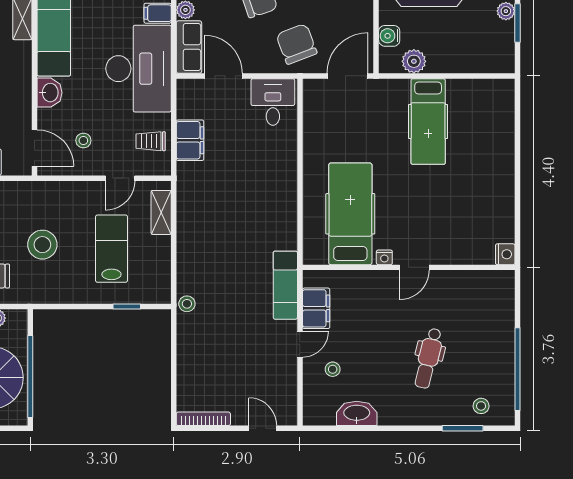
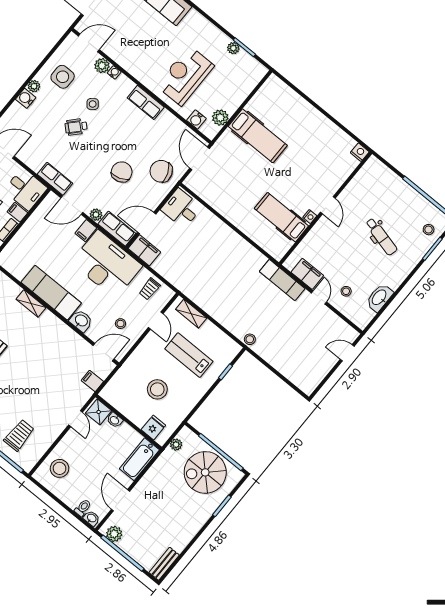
filing cabinet: (190, 140) -> (144, 250), moved
hospital bed: (350, 214) -> (281, 217), width x0.73, depth x0.78
bookcase: (203, 419) -> (317, 380), removed

